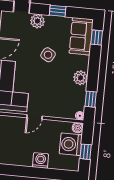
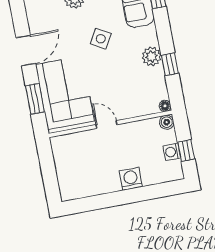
window: (91, 99) -> (170, 64), moved
door: (34, 117) -> (107, 125), swing flipped
washing machine: (71, 144) -> (172, 152), width x0.53, depth x0.53

